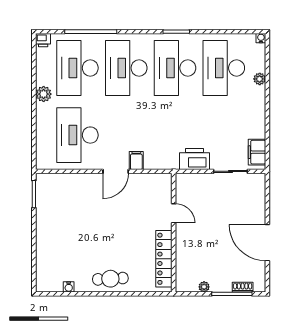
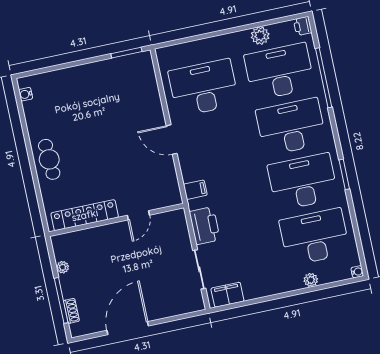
plant: (44, 94) -> (260, 36), moved
filing cabinet: (136, 161) -> (195, 190), moved
water cooler: (69, 287) -> (26, 94), moved

